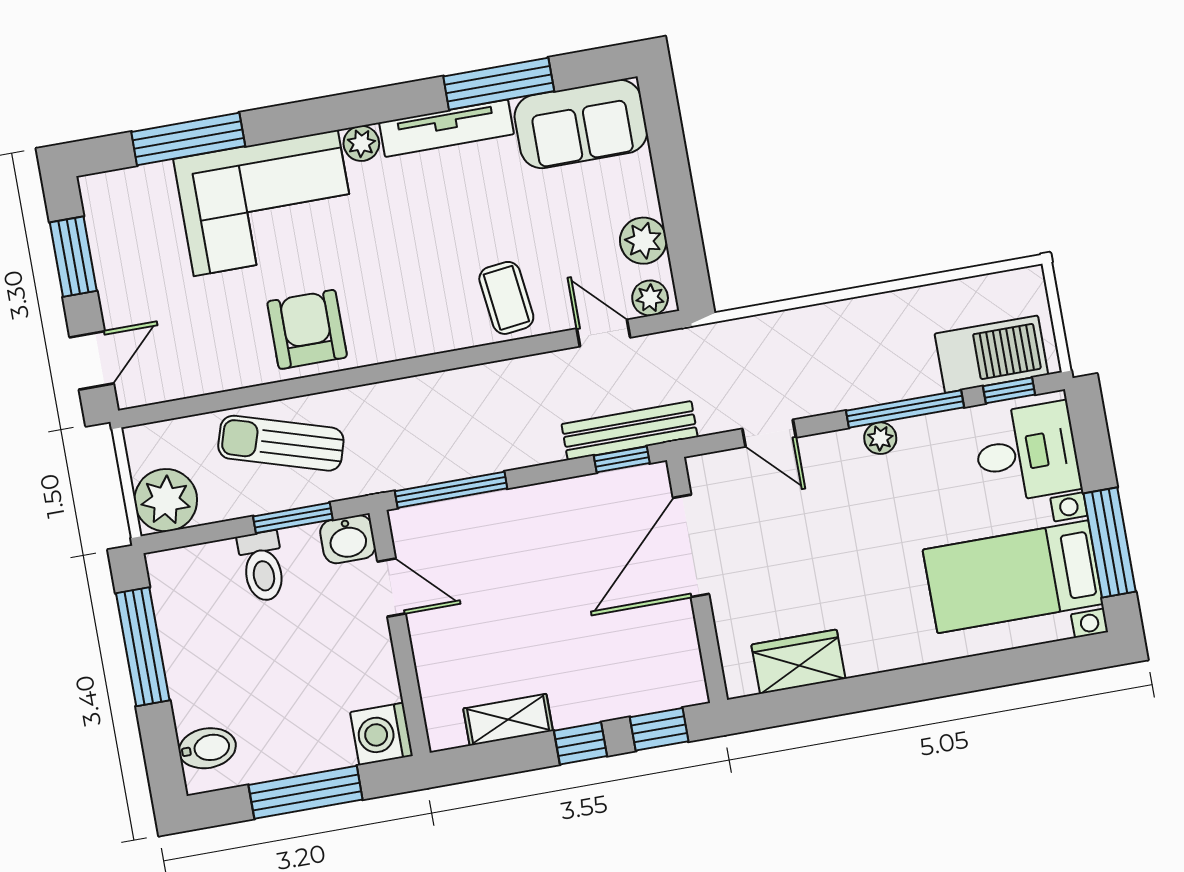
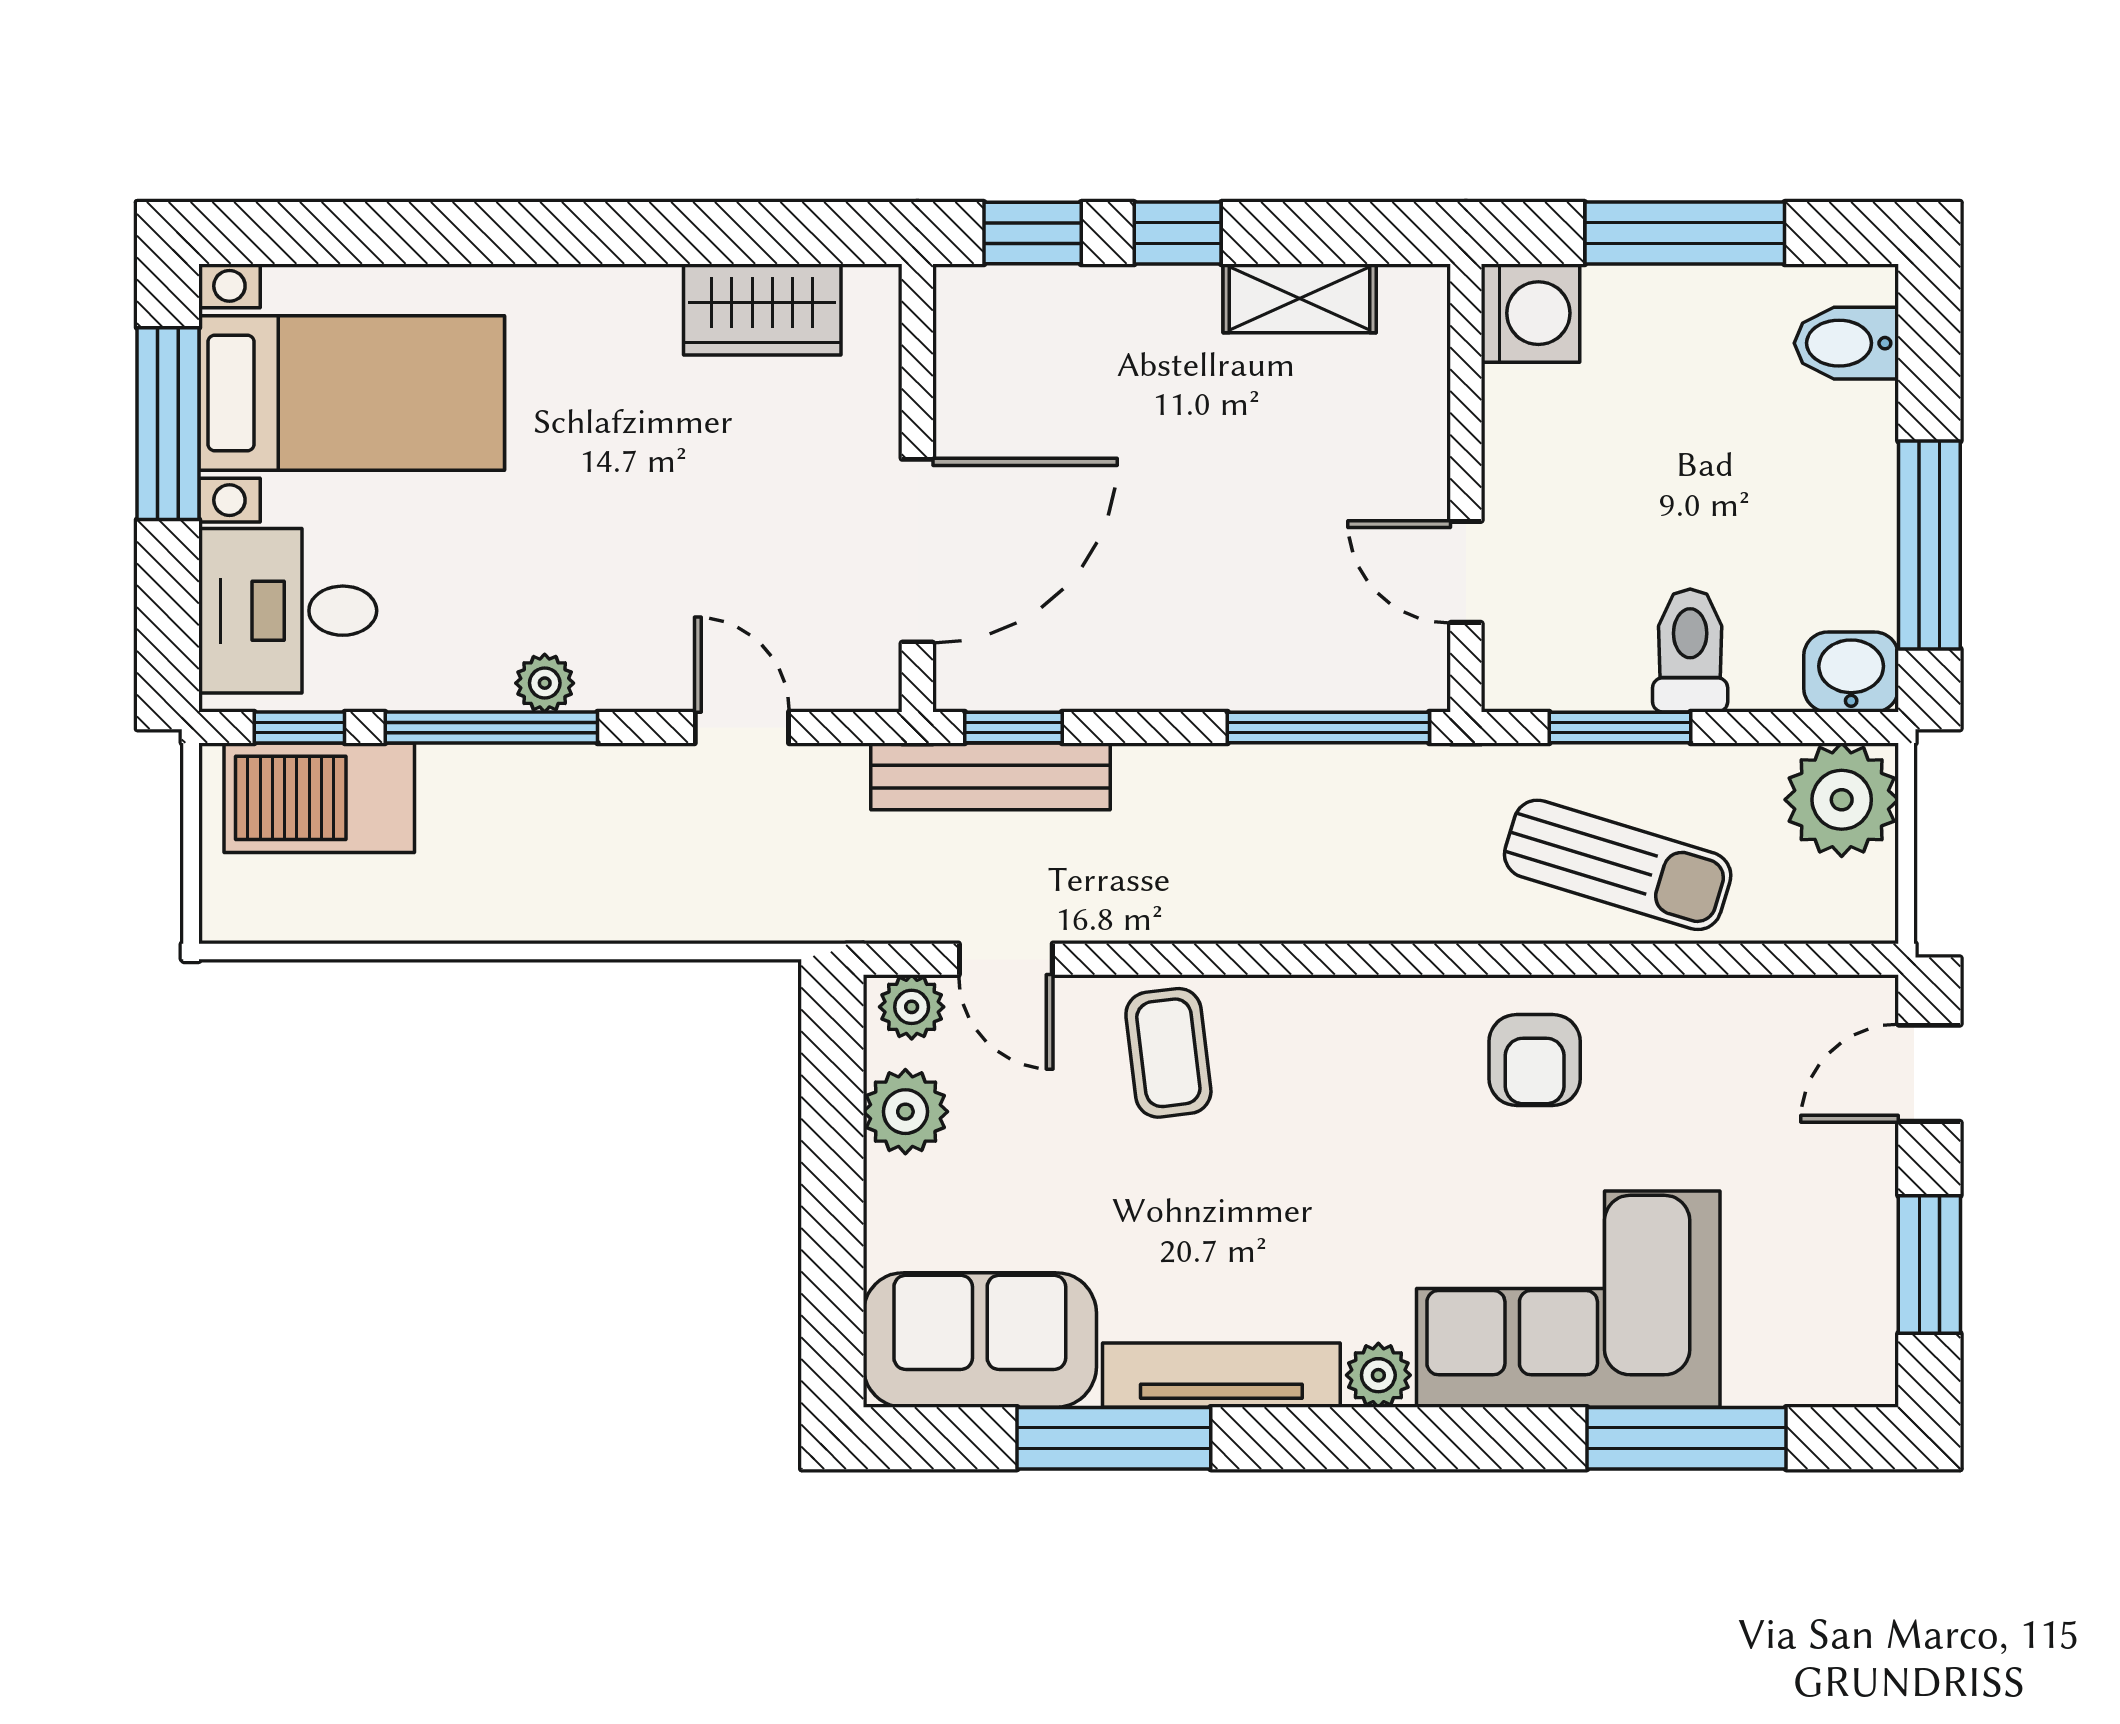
armchair: (307, 329) -> (1535, 1060), width x0.72, depth x0.72
washbasin: (348, 539) -> (1851, 672), moved

